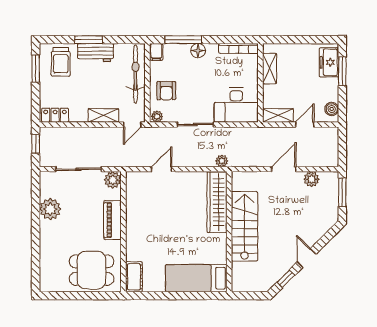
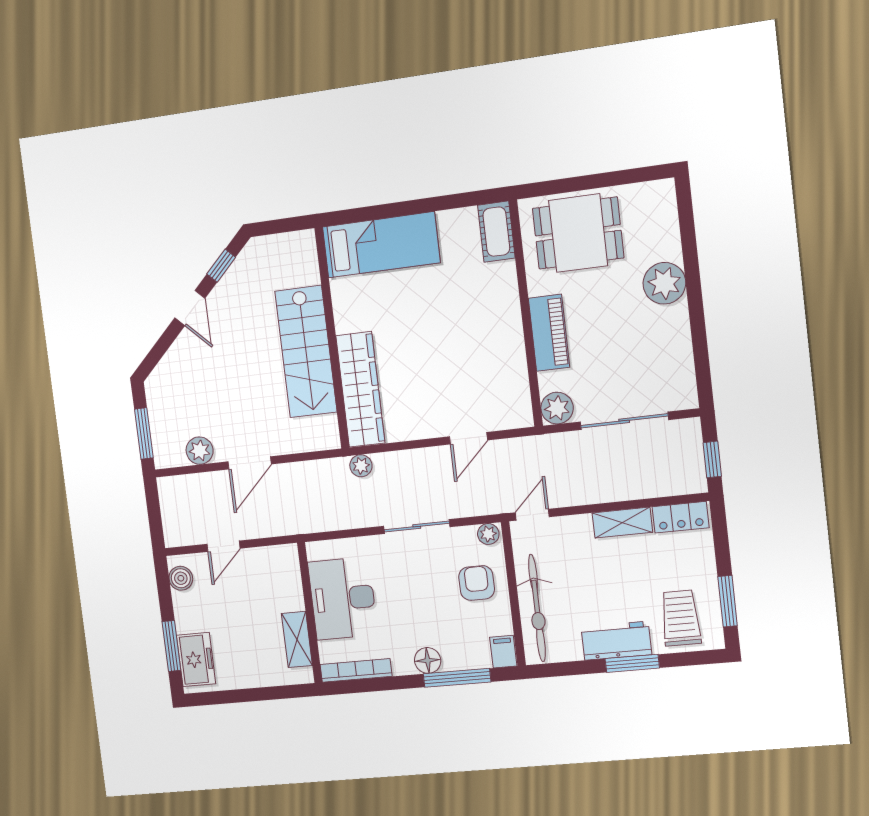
desk: (236, 105) -> (343, 598), moved, turned -90
shelving: (103, 115) -> (622, 523), moved
shelving: (278, 115) -> (272, 558), removed
plant: (50, 209) -> (664, 283), moved

